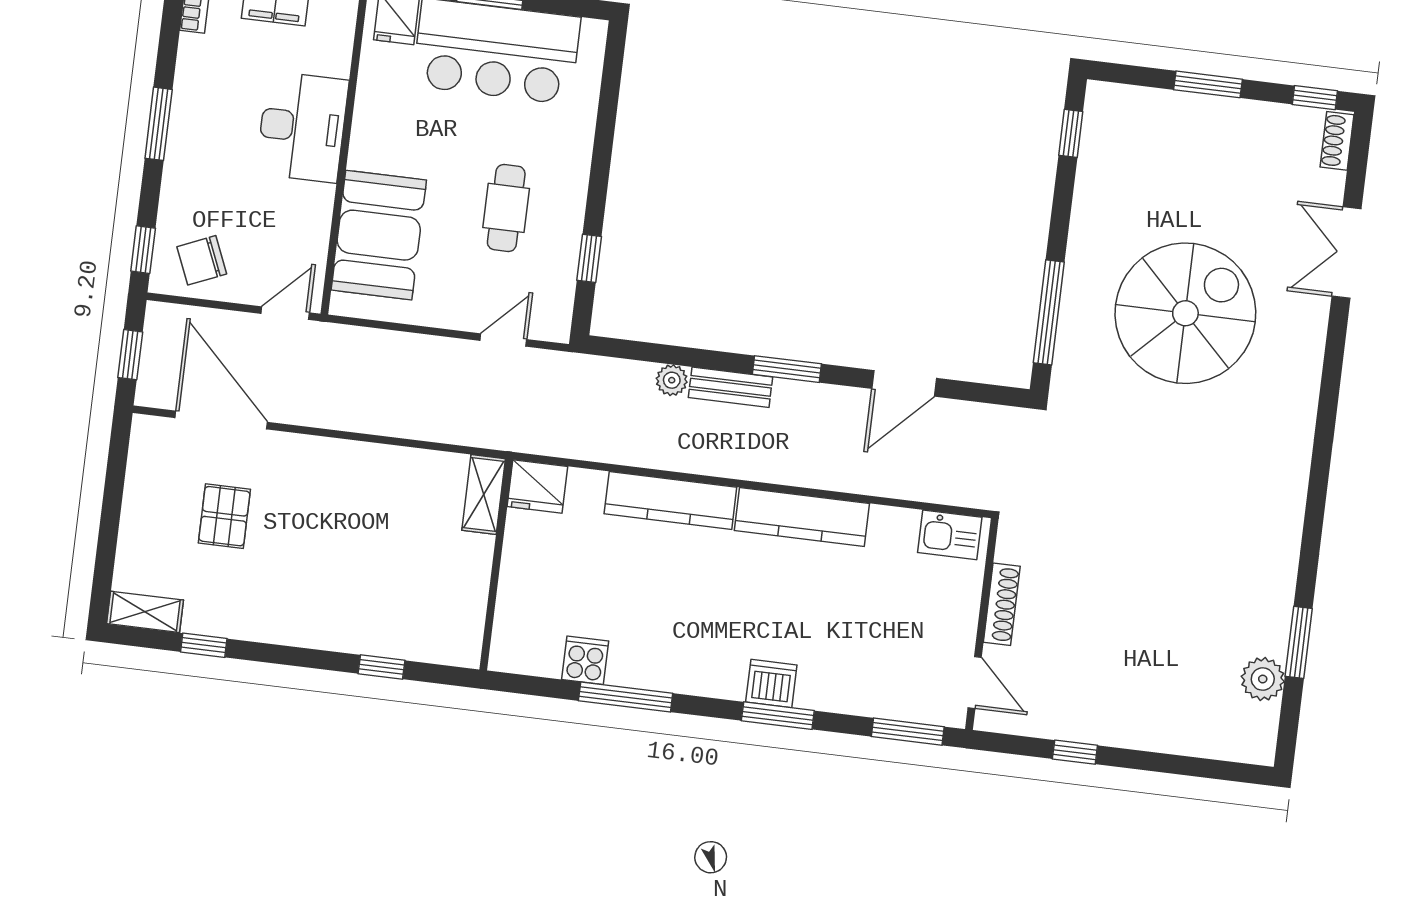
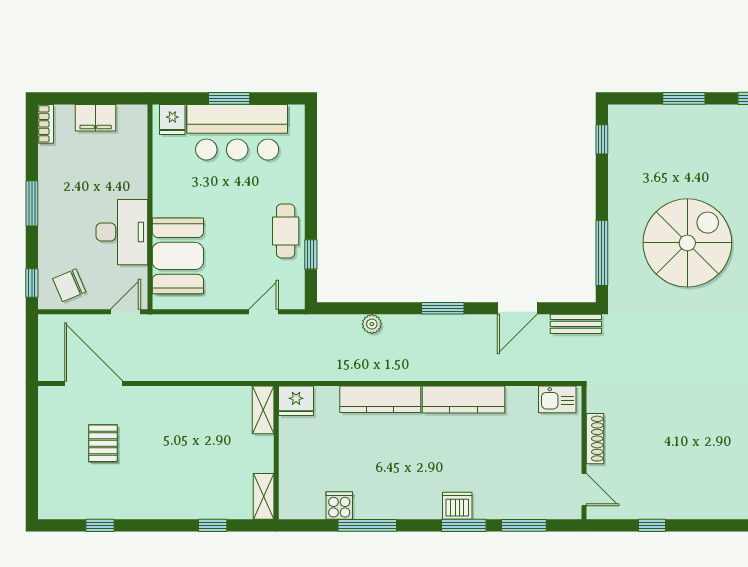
desk: (302, 127) -> (122, 232), moved
cafe table: (506, 208) -> (286, 231), moved
window: (130, 355) -> (32, 350), removed
bench: (730, 387) -> (576, 324), moved
shelving: (145, 612) -> (264, 496), moved, turned 90
window: (908, 732) -> (524, 525), moved

